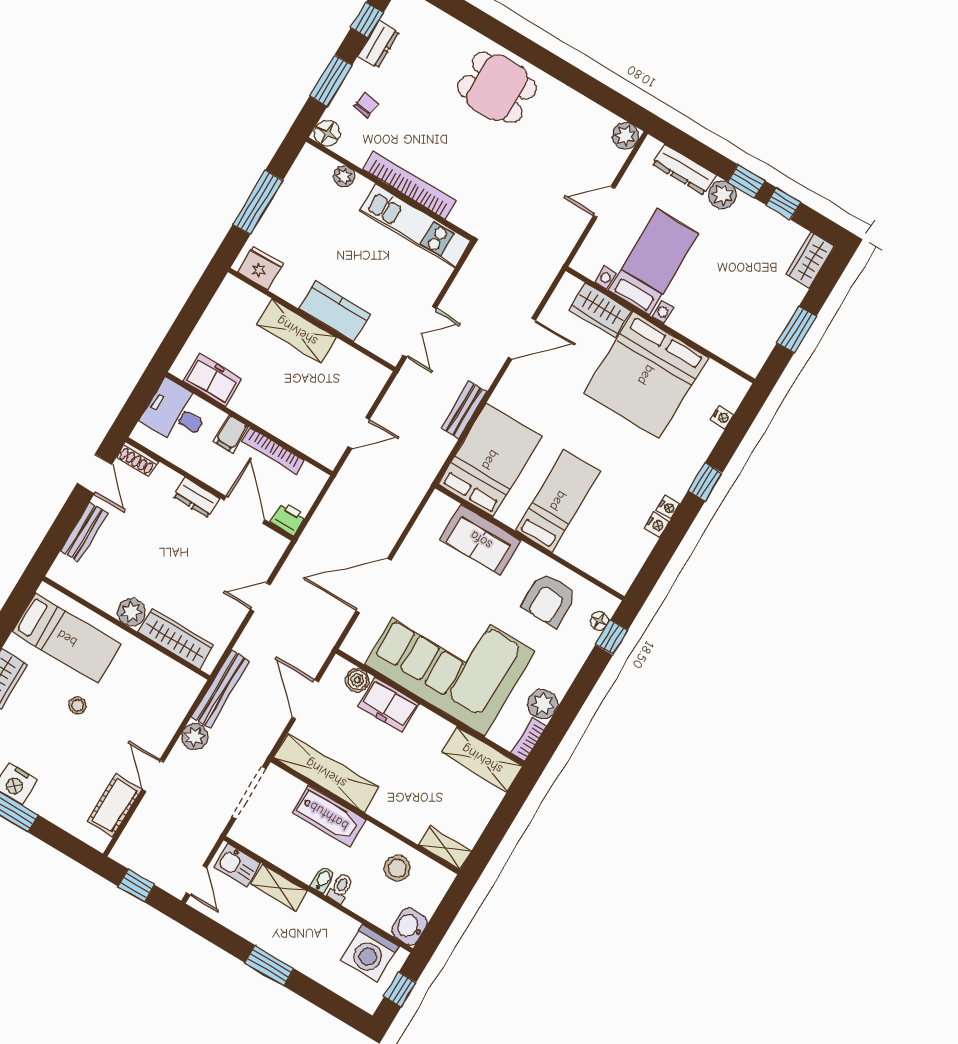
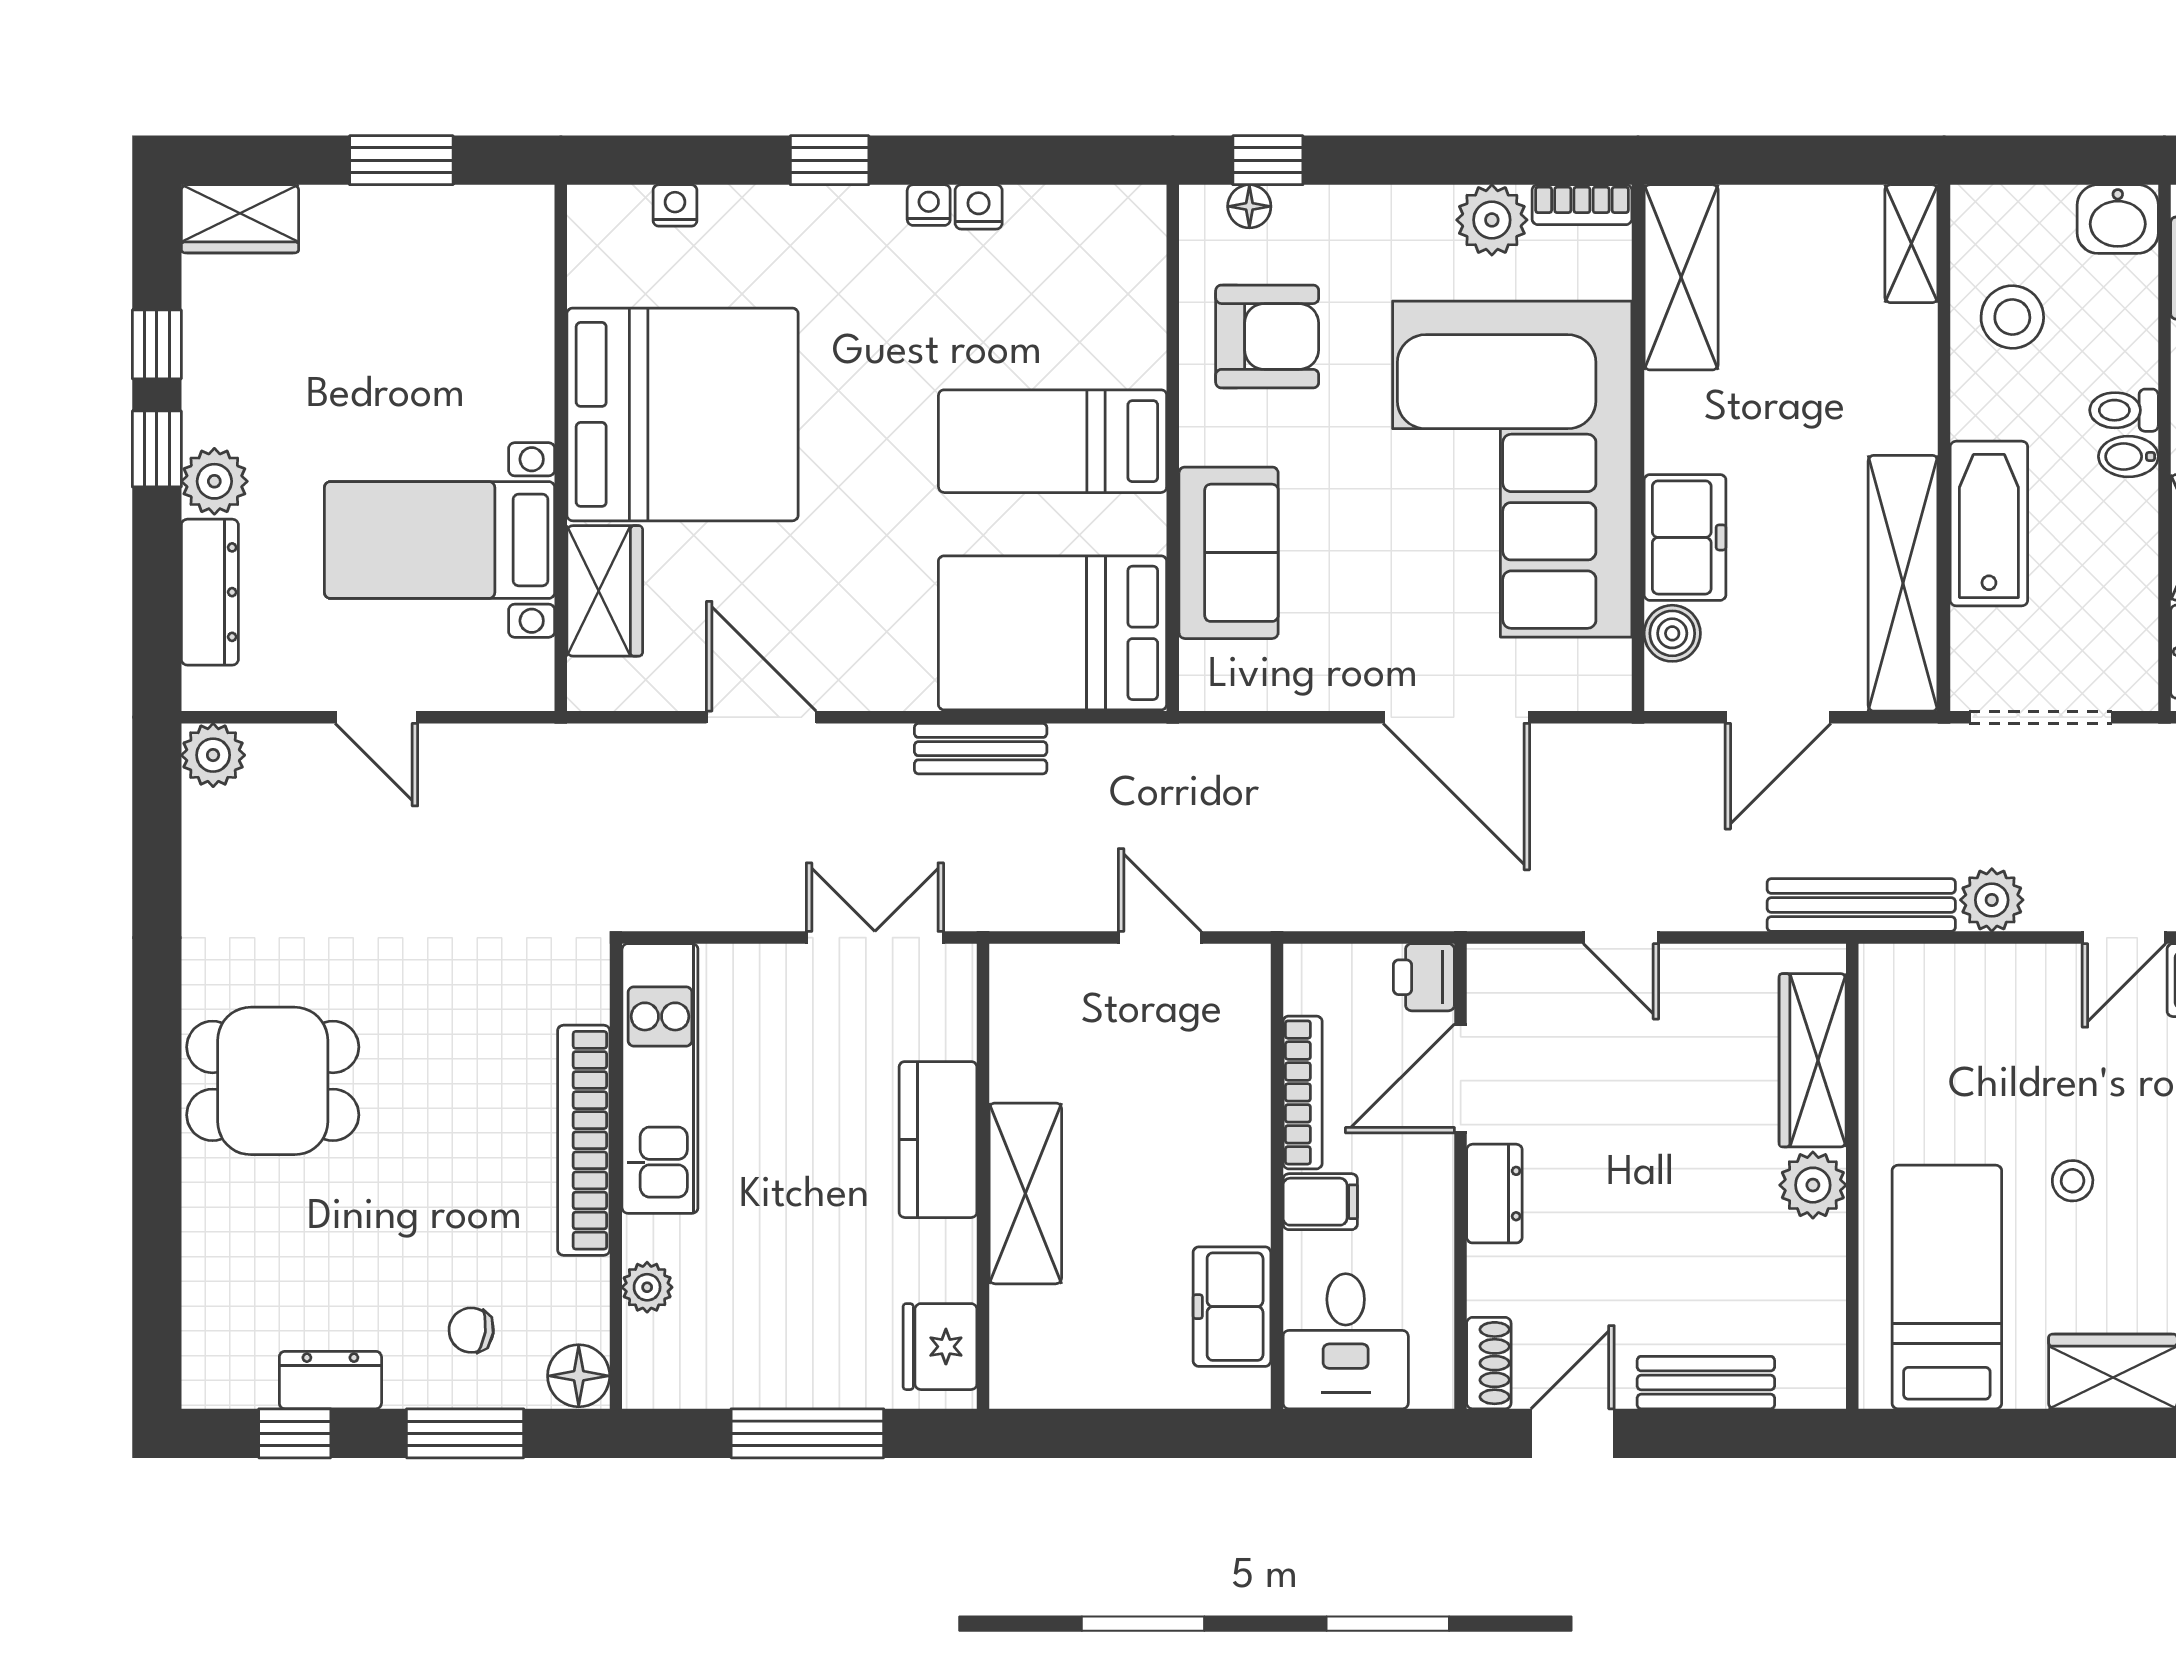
dining table: (497, 88) -> (273, 1081), turned 90

